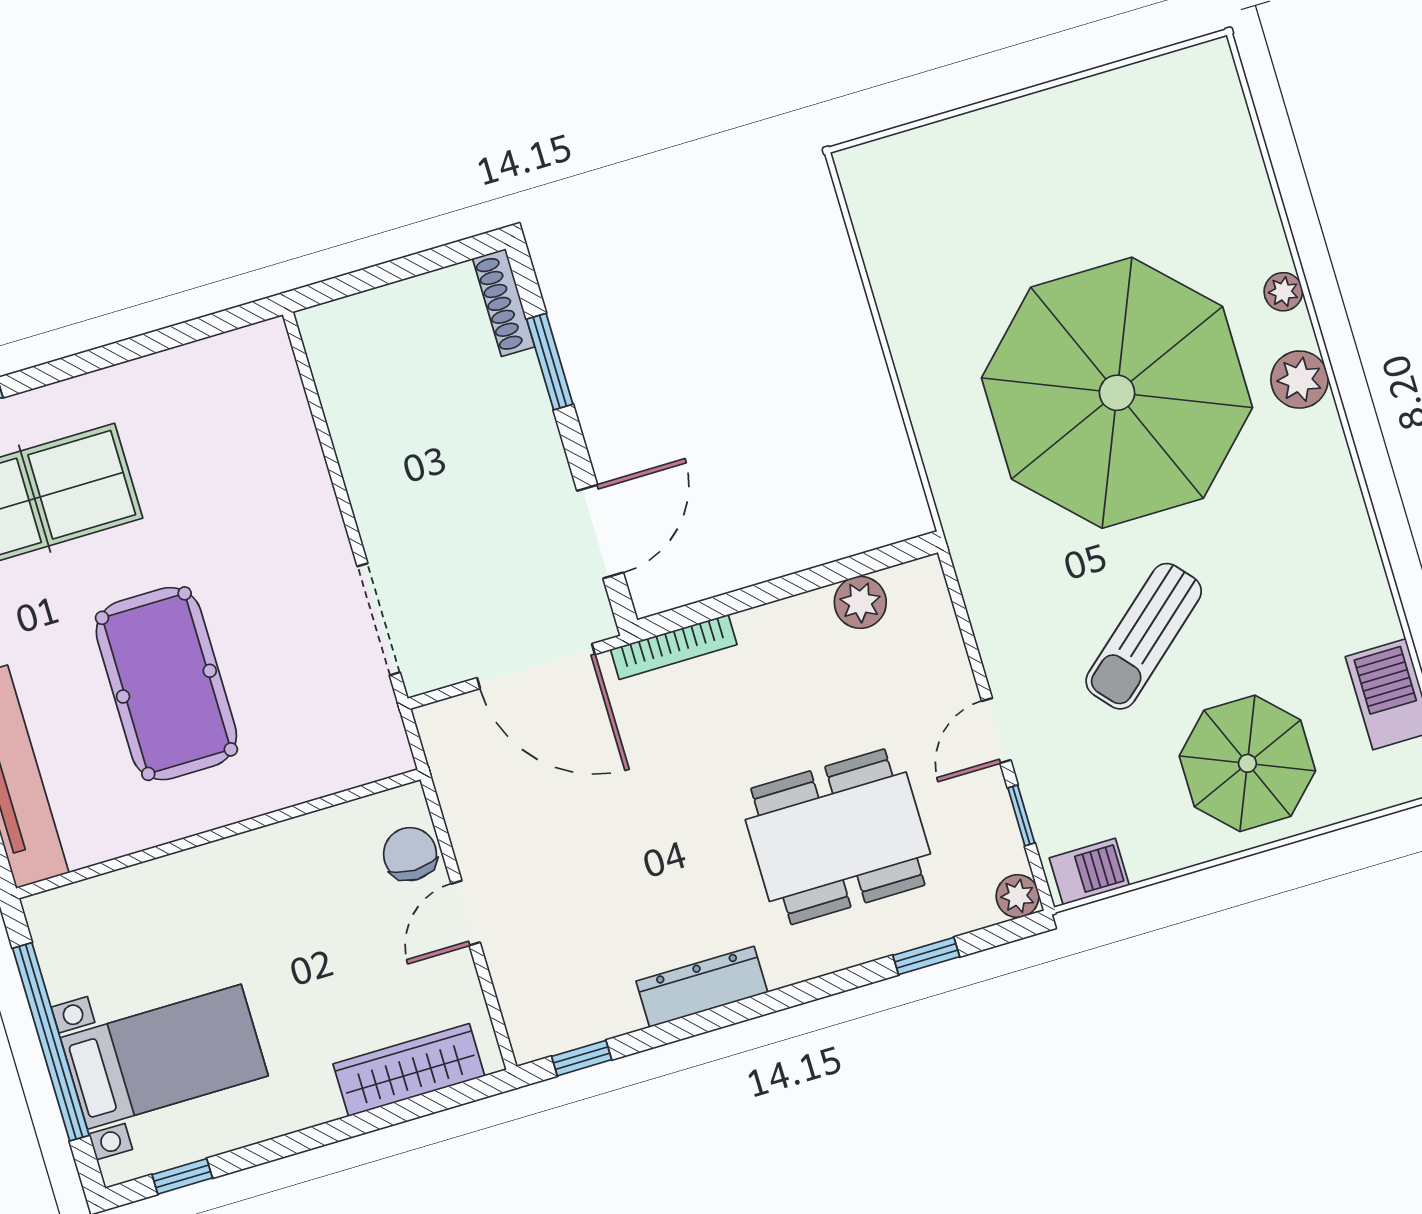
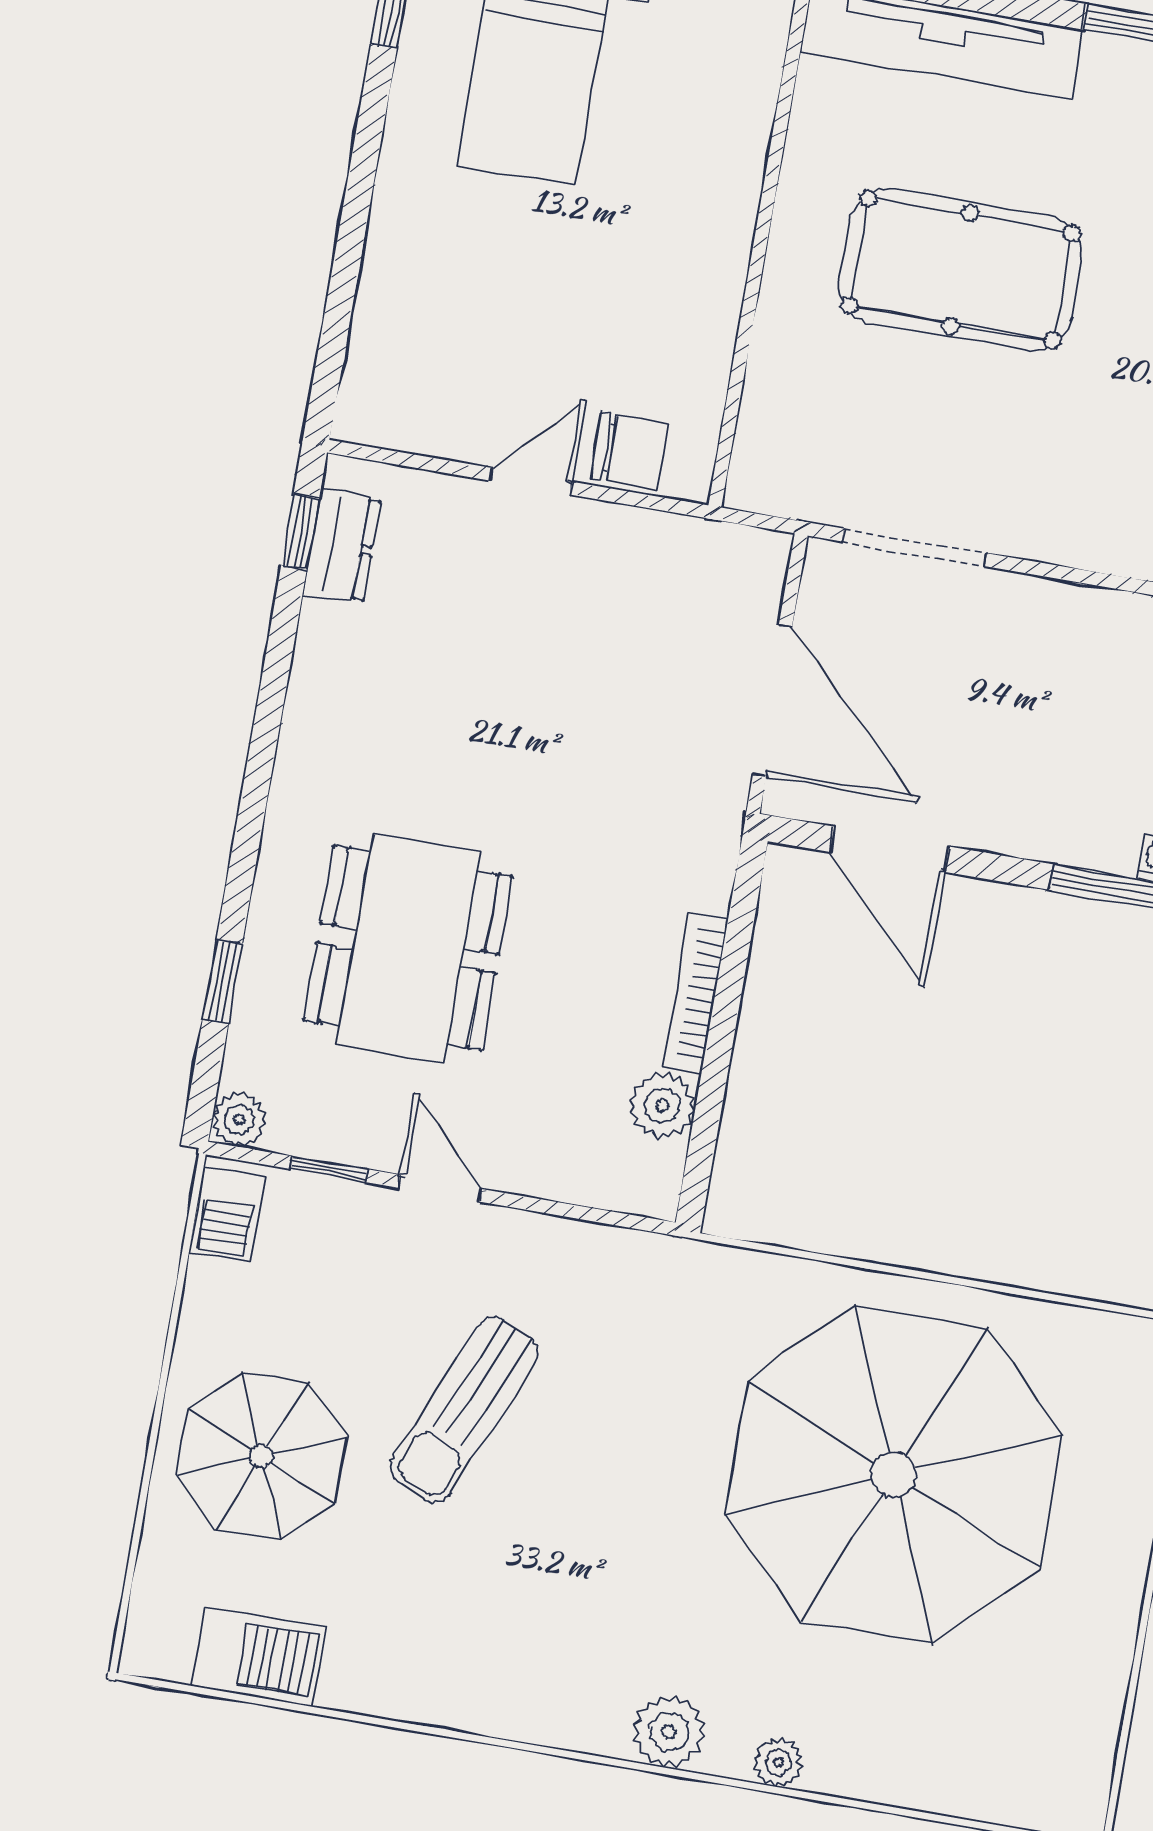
parasol: (1117, 393) -> (894, 1474), moved
sun lounger: (1144, 636) -> (464, 1410), turned -116
bookcase: (674, 647) -> (695, 993), moved
door: (536, 666) -> (772, 700), swing flipped
door: (466, 913) -> (531, 481), hinge flipped
dresser: (702, 987) -> (342, 546), moved, width x0.70
wardrobe: (409, 1070) -> (384, 328), removed

